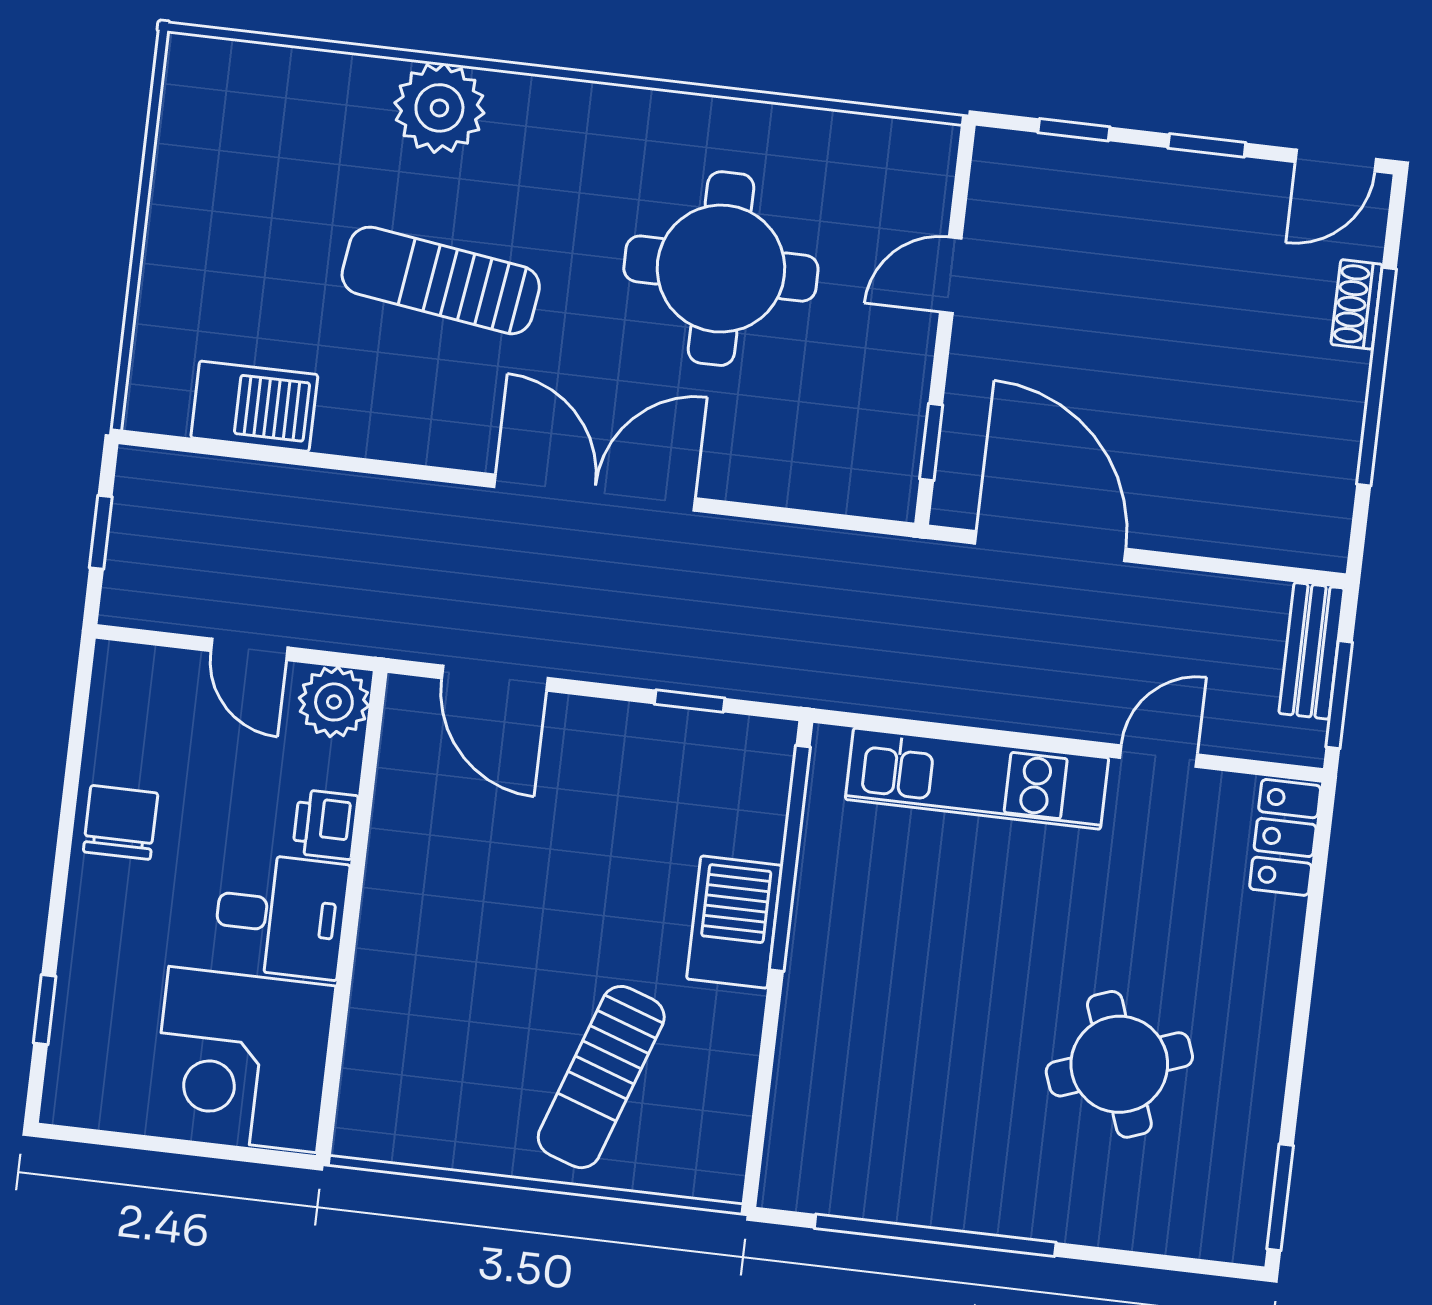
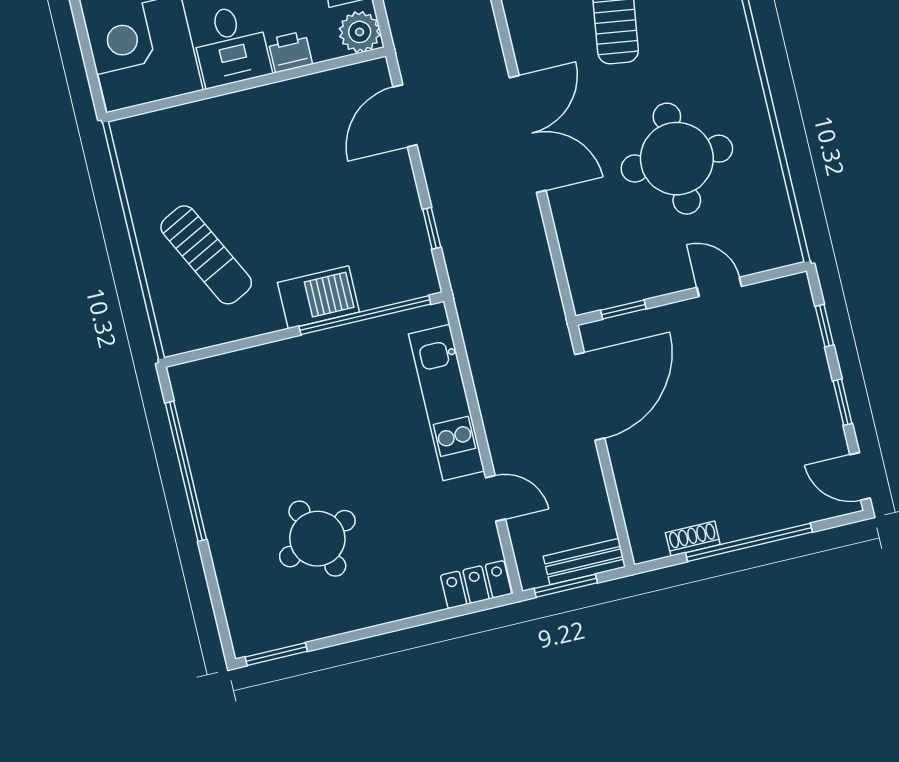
shoe rack: (1357, 304) -> (693, 539), moved
sun lounger: (601, 1077) -> (206, 255), turned -136

